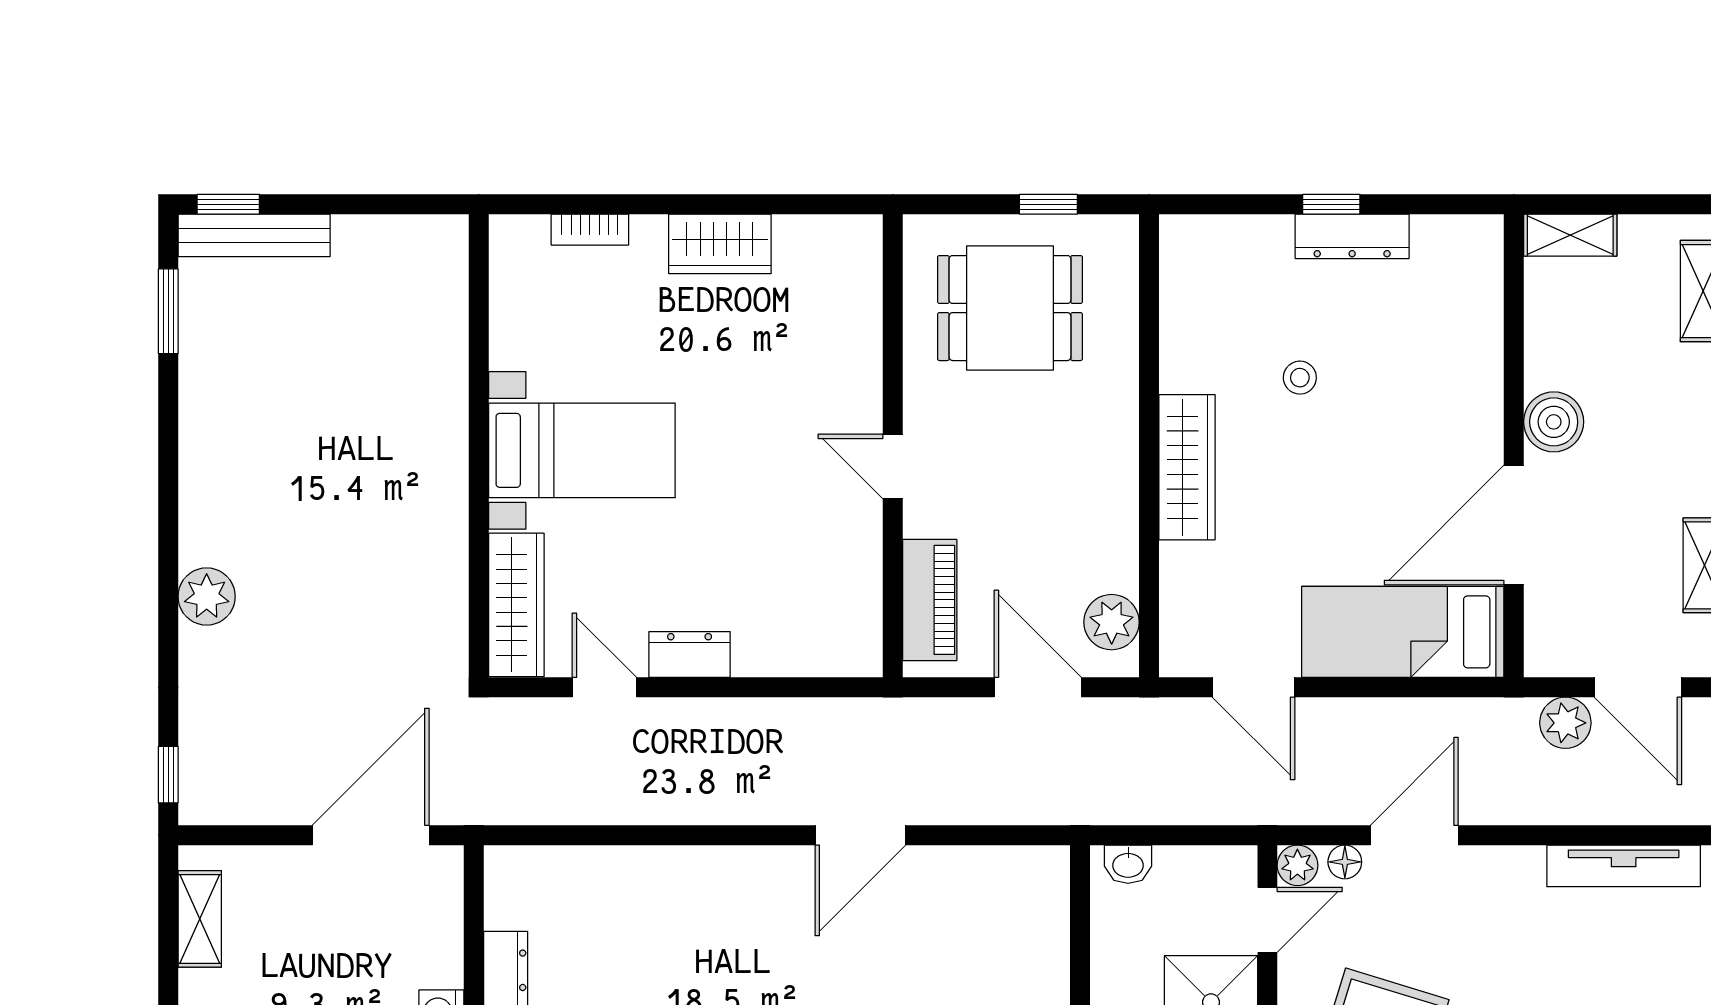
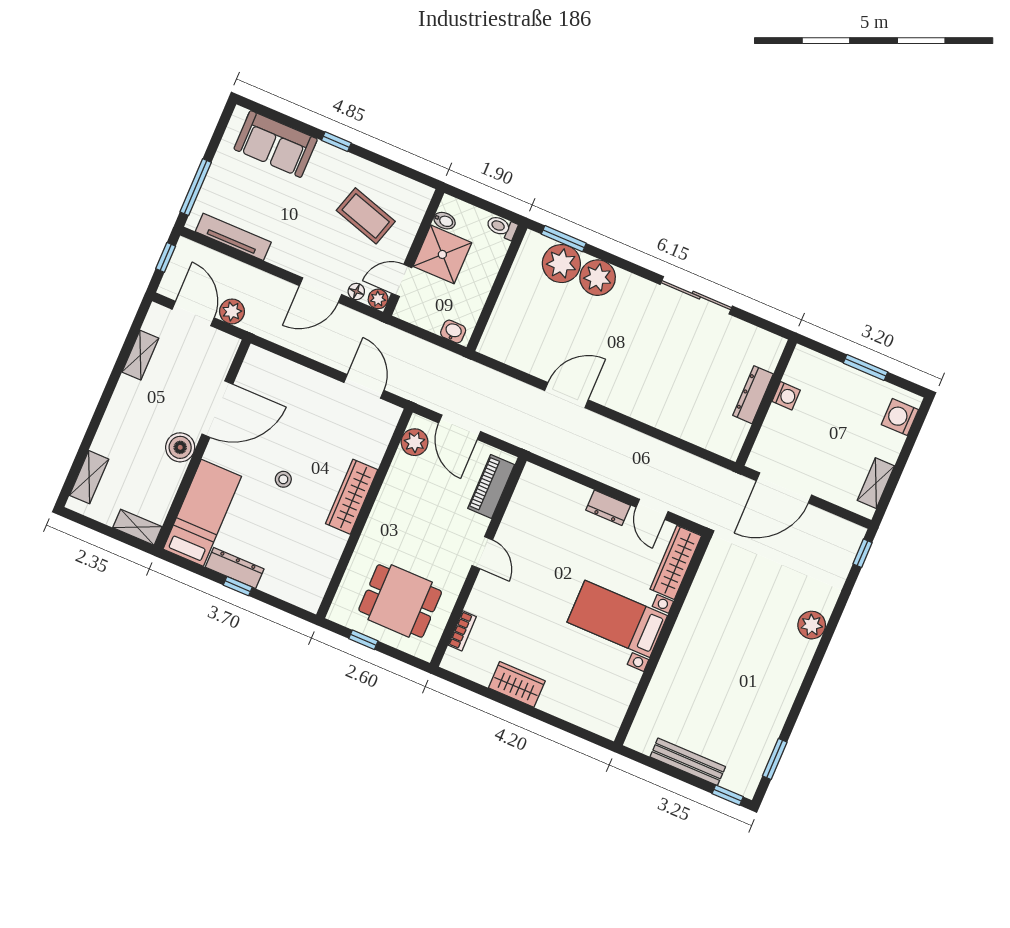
bookcase: (590, 230) -> (462, 631), moved, turned 90
bench: (254, 235) -> (688, 762), moved
stool: (1300, 378) -> (283, 479), moved
bed: (1403, 632) -> (202, 513), moved, turned -90

